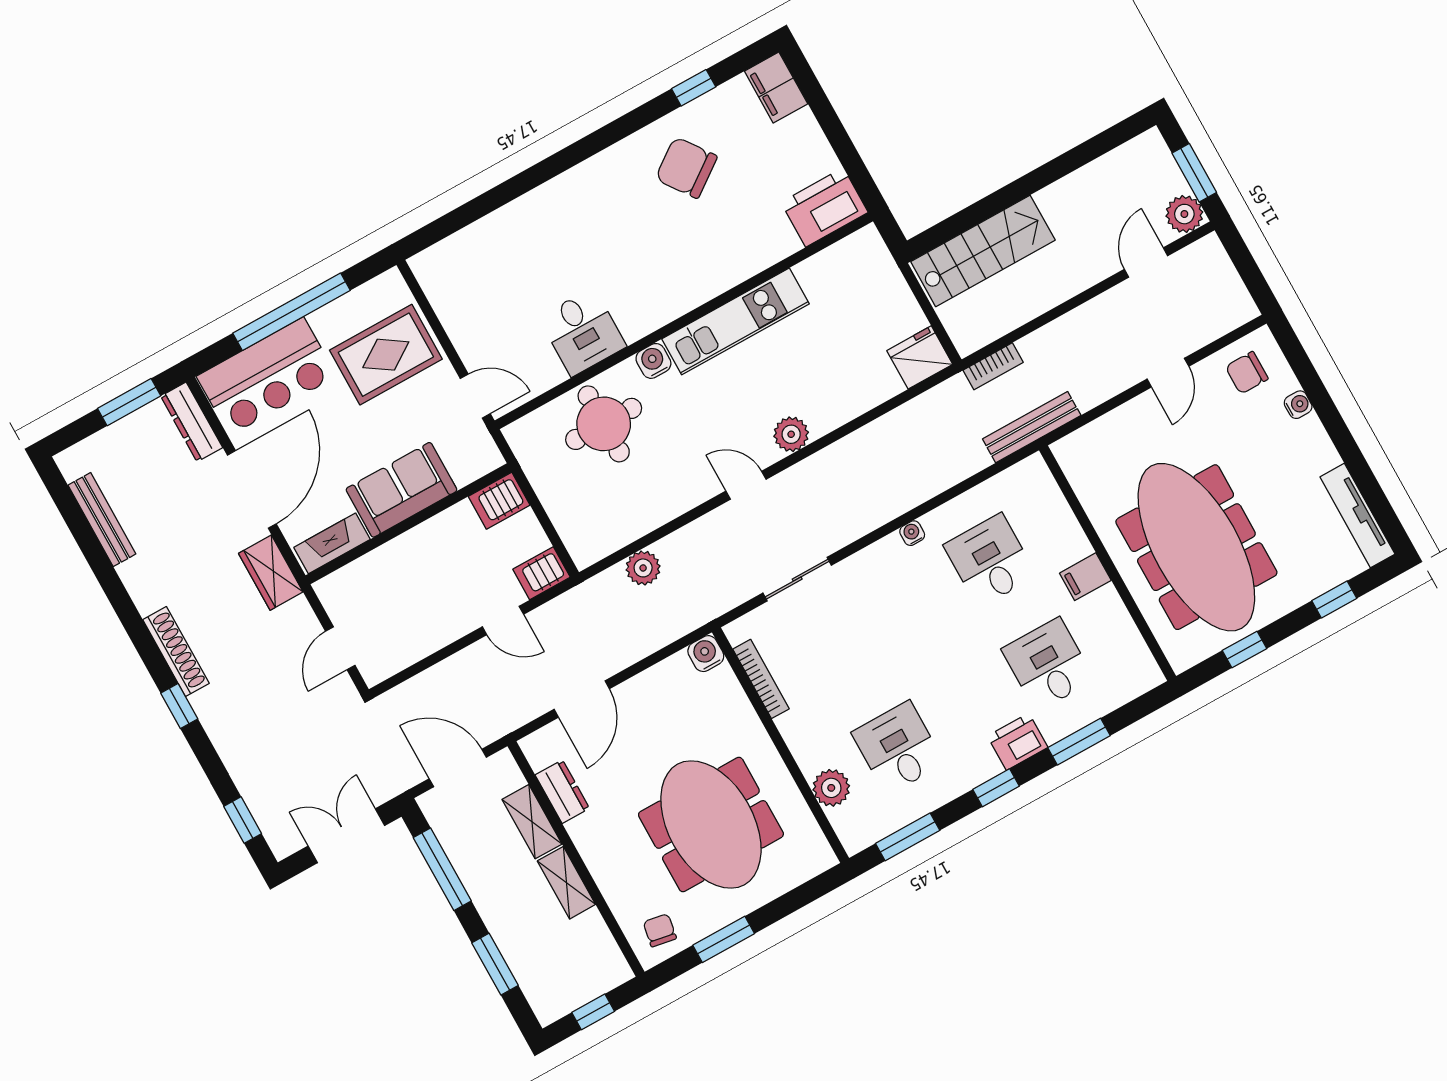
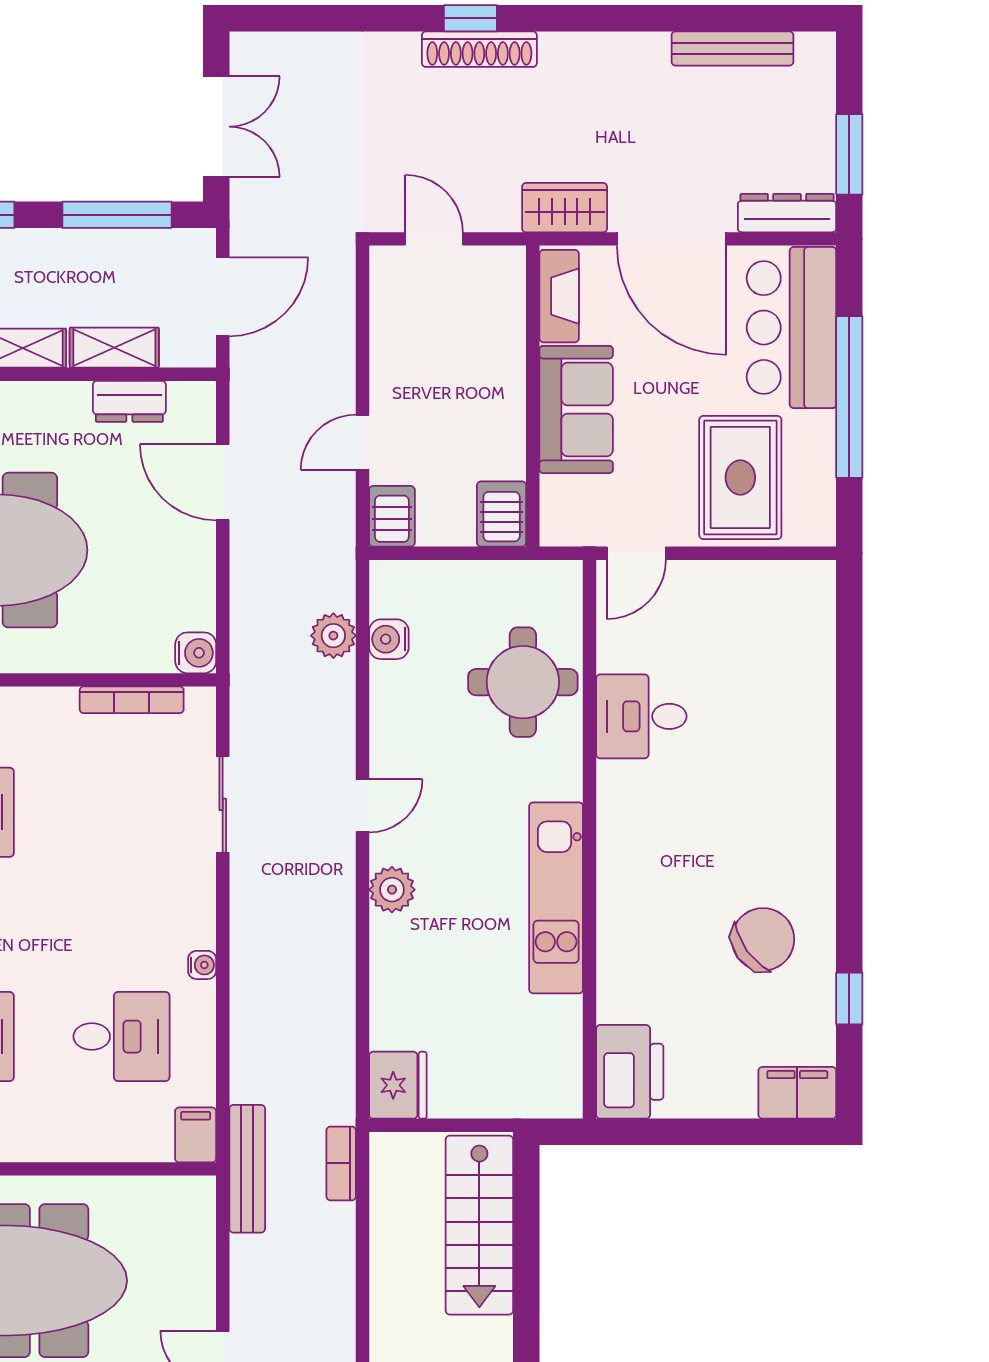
water cooler: (653, 361) -> (389, 639), moved, turned 180
filing cabinet: (1085, 577) -> (196, 1135), moved
shoe rack: (176, 652) -> (479, 49), moved
window: (243, 820) -> (300, 18), removed

